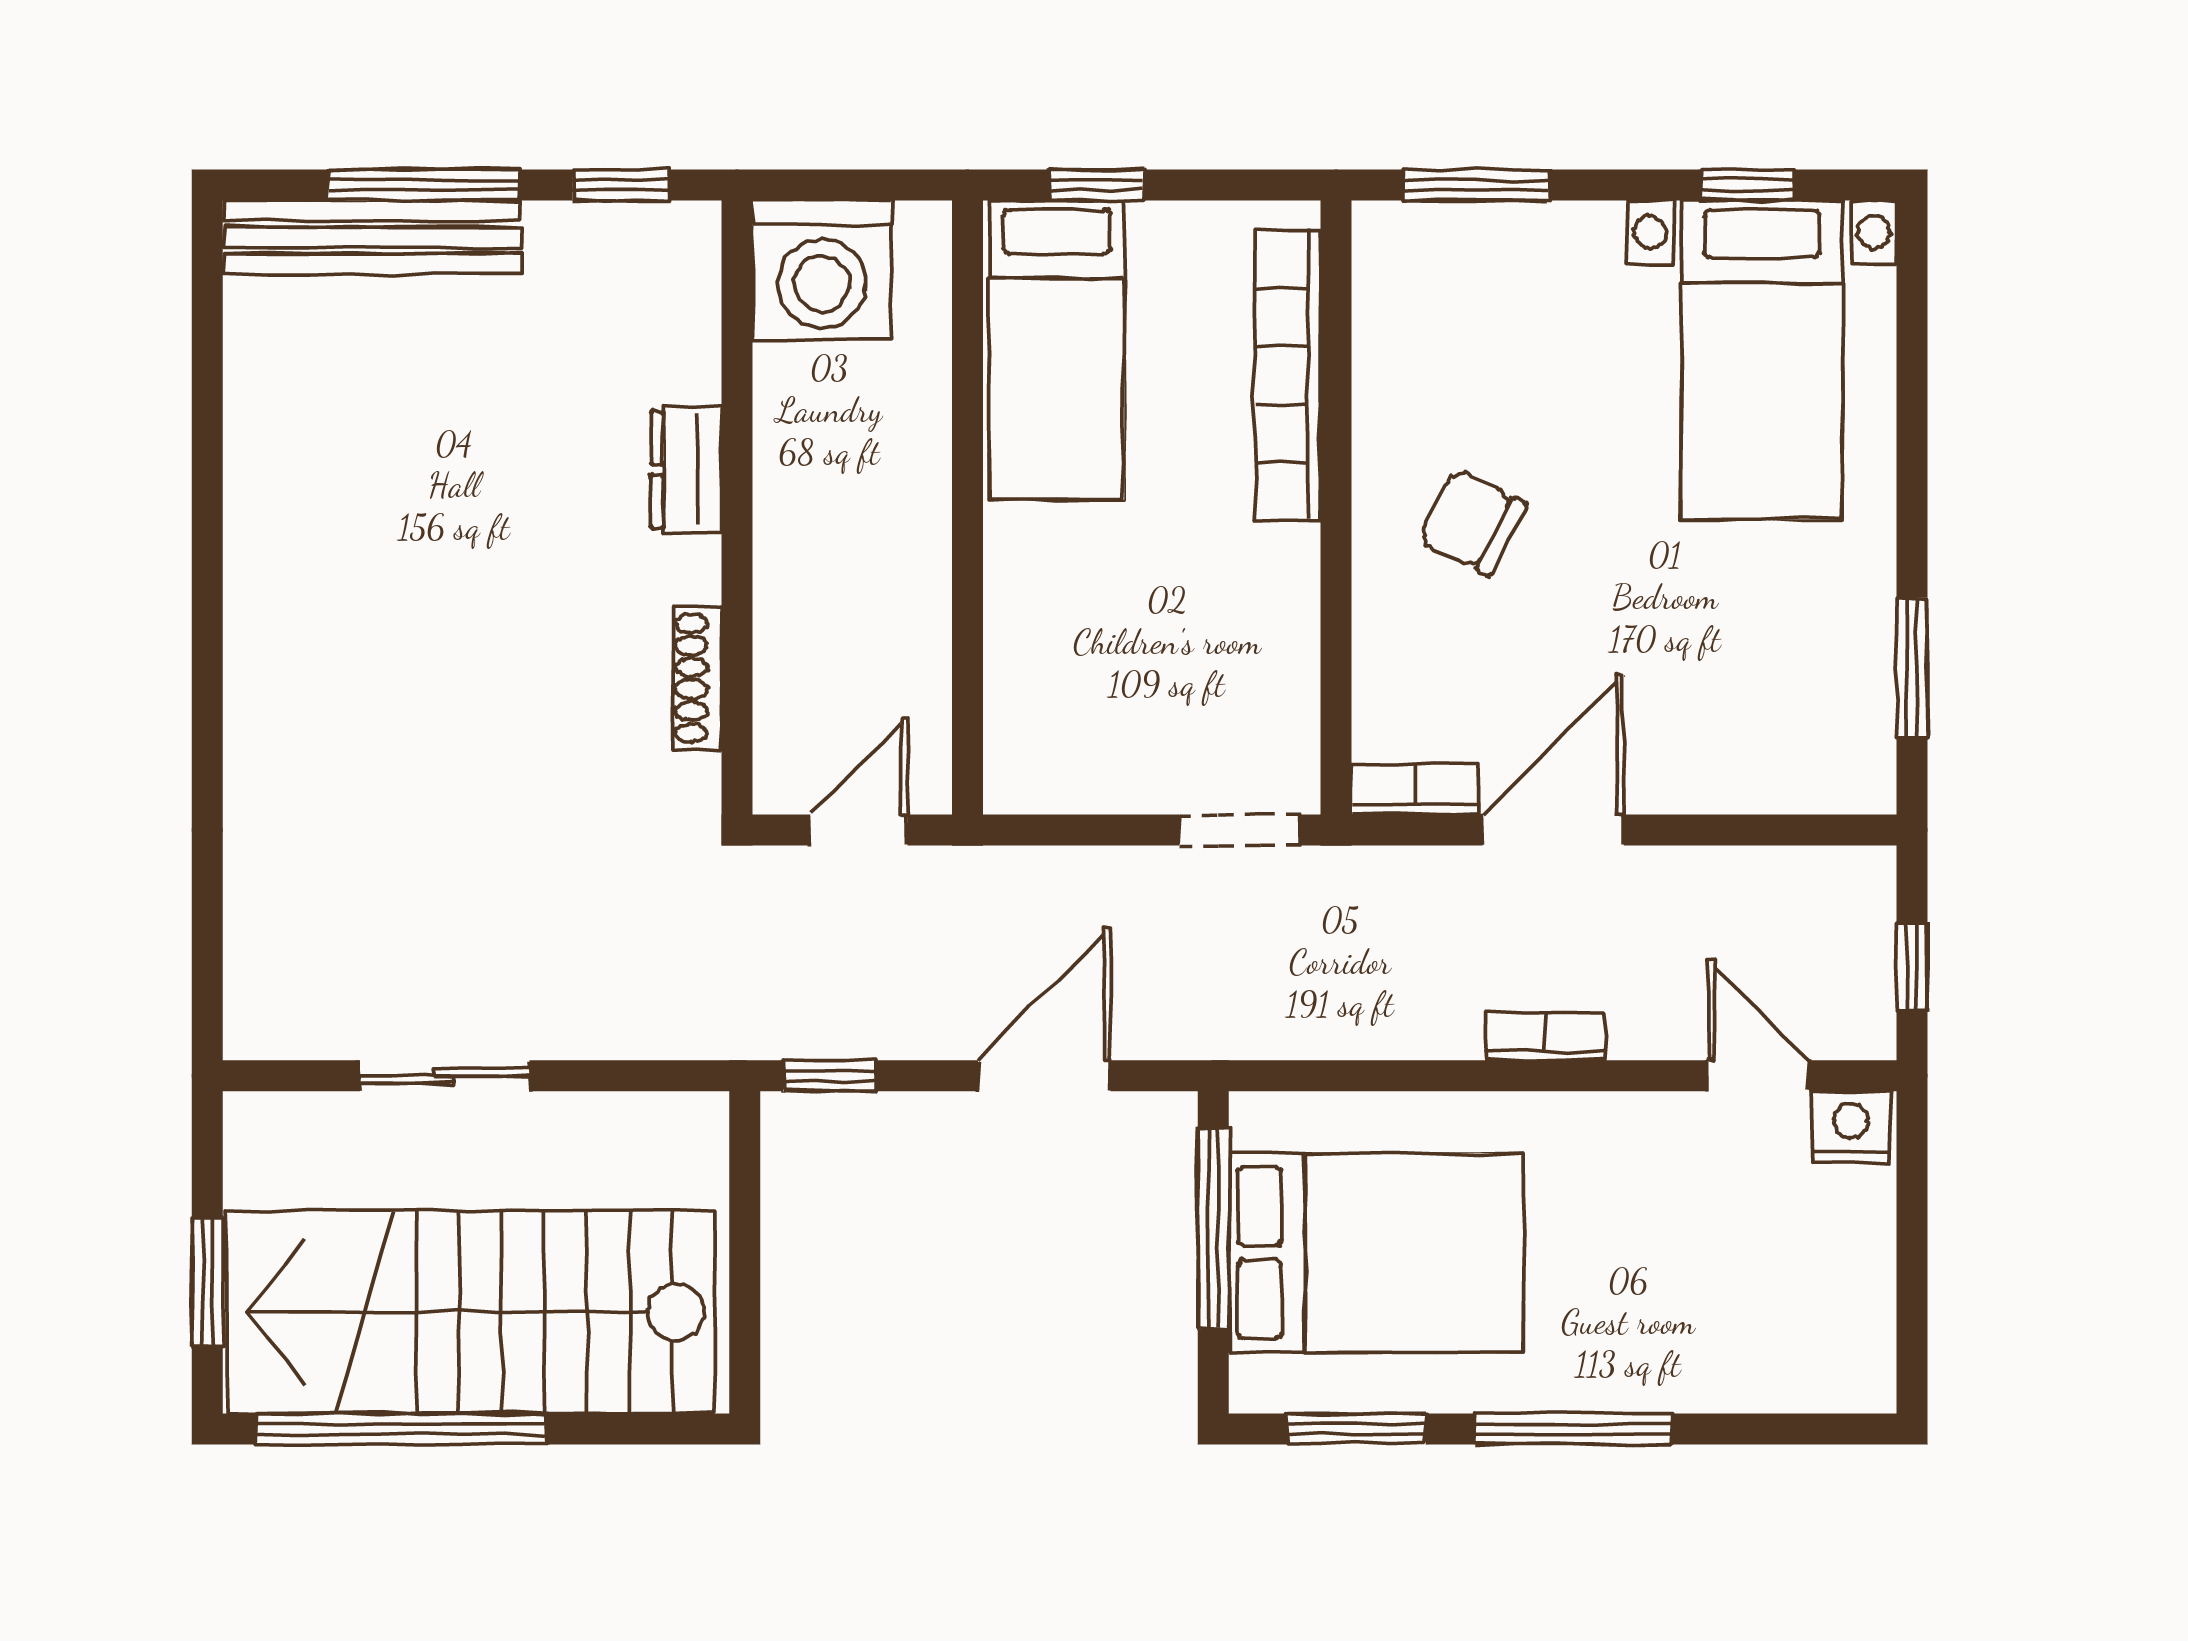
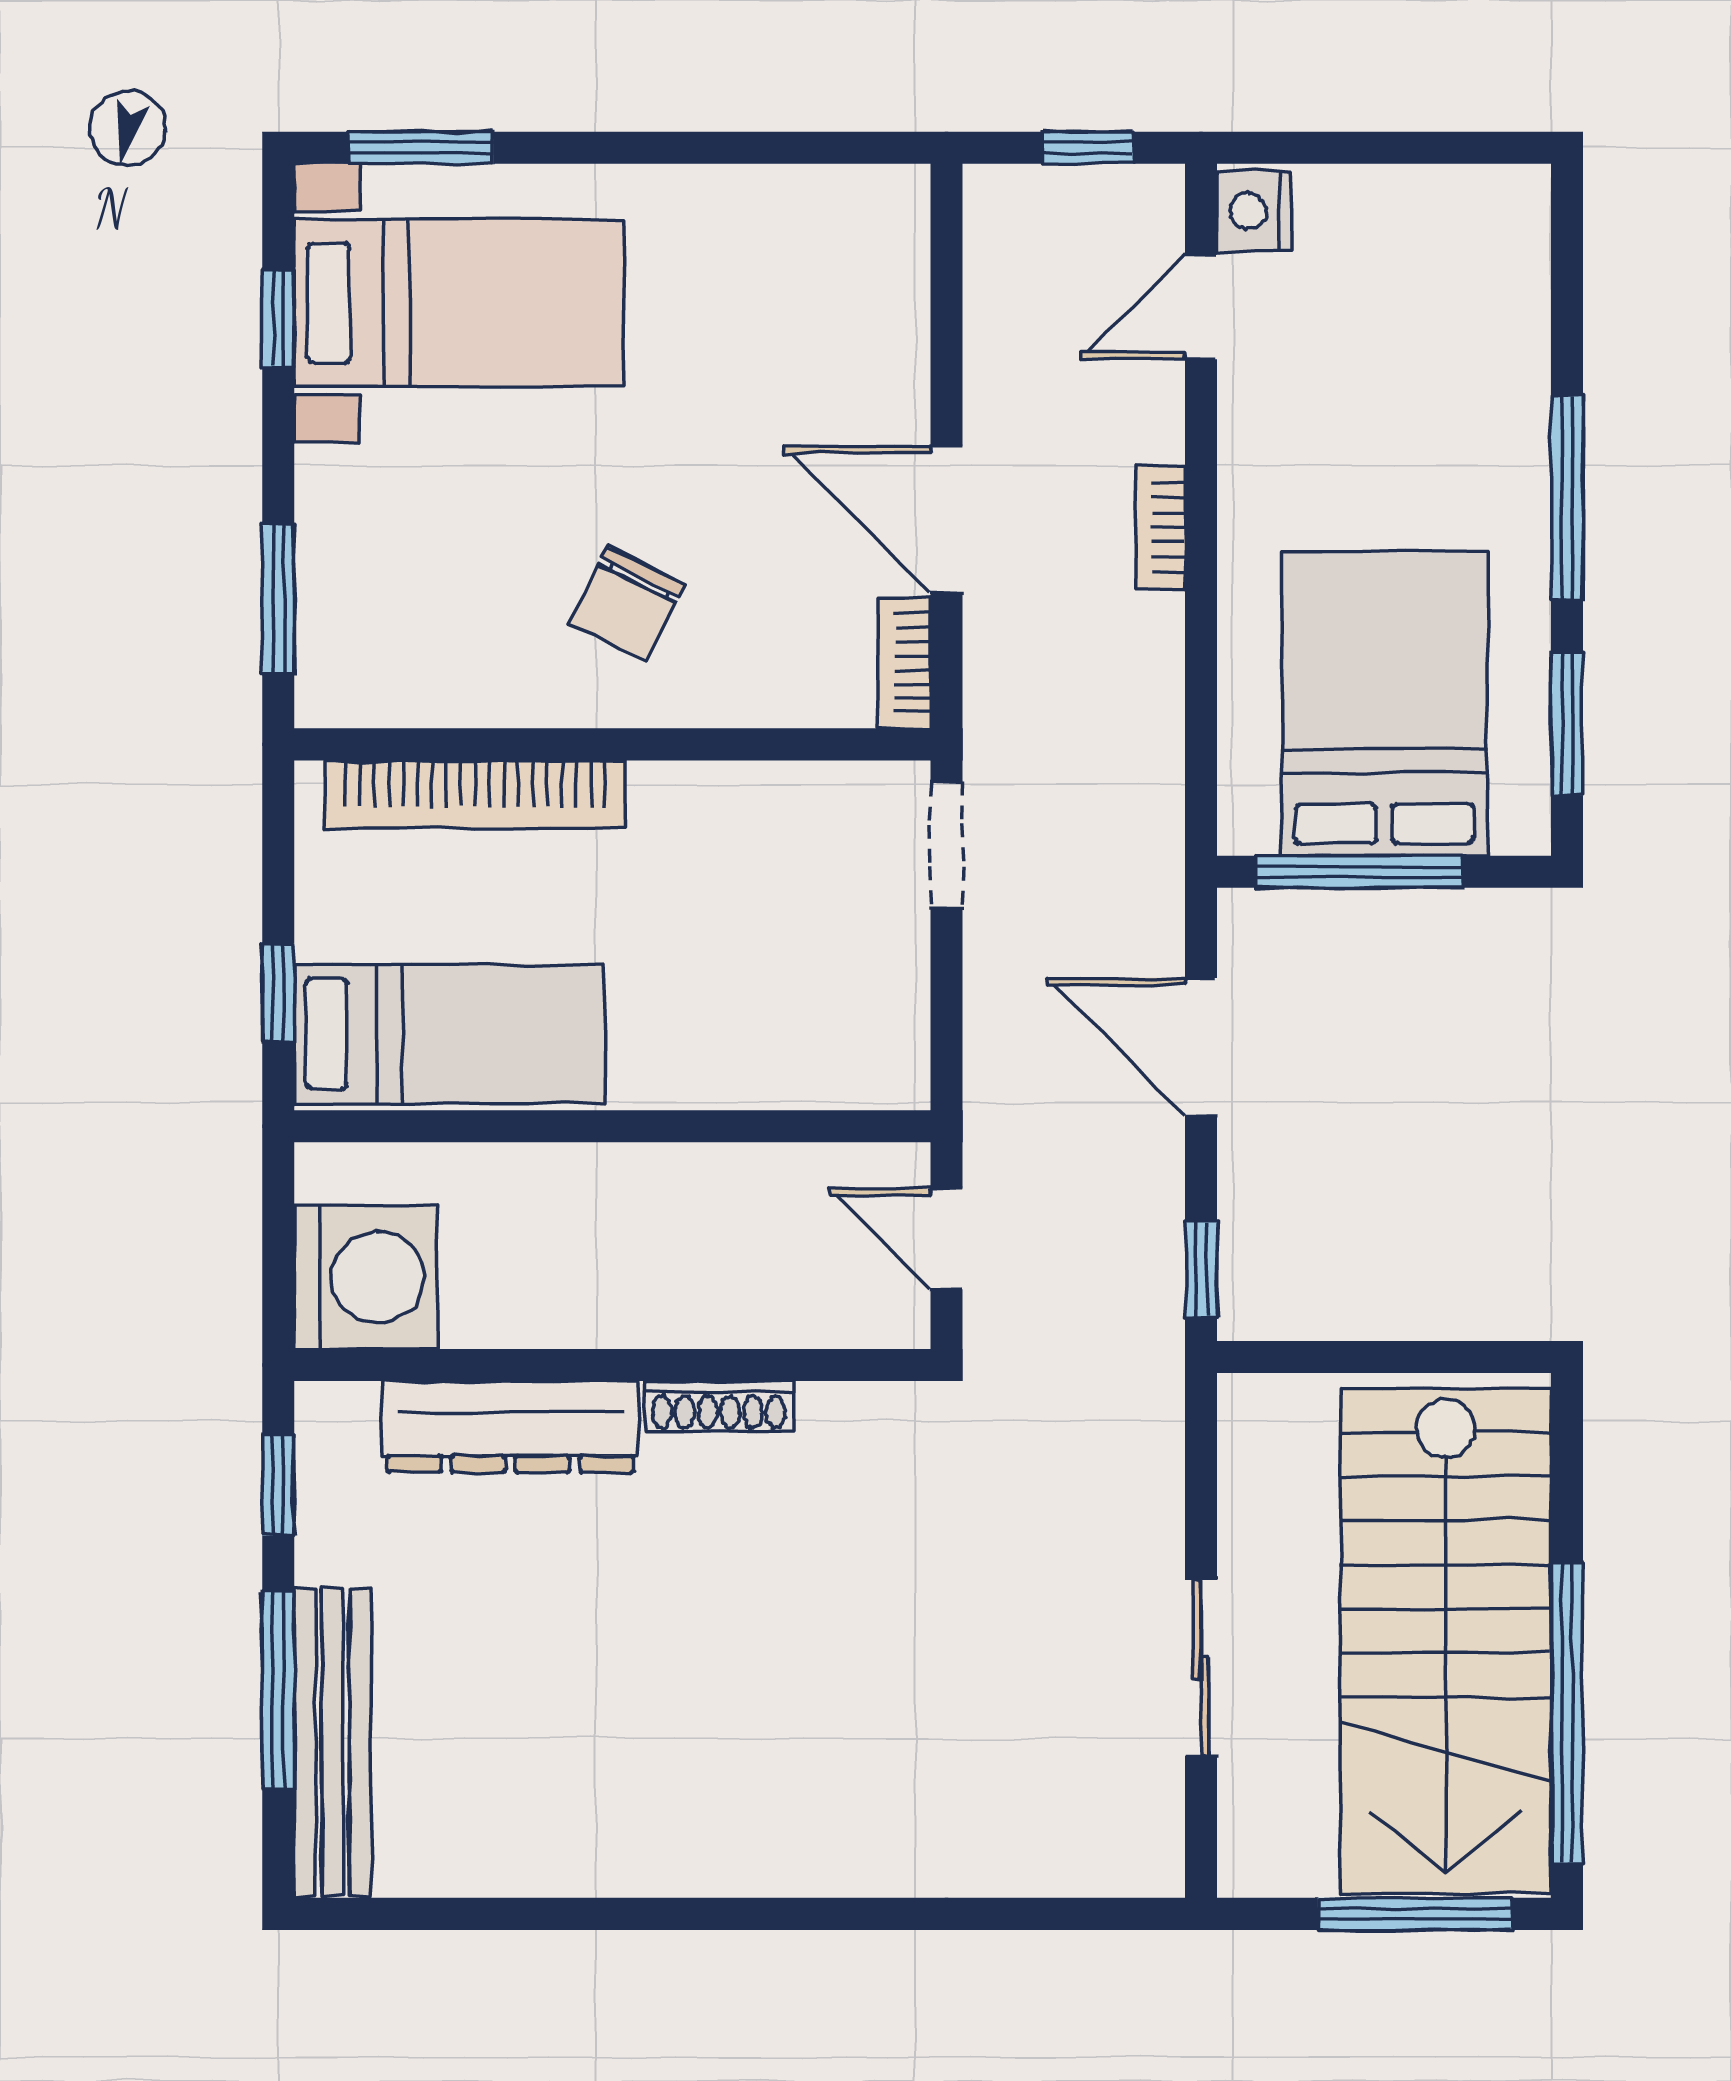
dresser: (686, 470) -> (510, 1427), width x1.96, depth x1.24
window: (1912, 667) -> (421, 148), moved
shoe rack: (697, 678) -> (719, 1406), moved
window: (207, 1282) -> (1415, 1914), width x1.44

